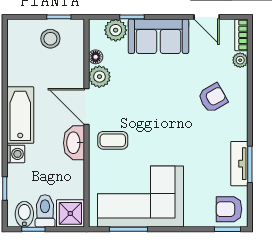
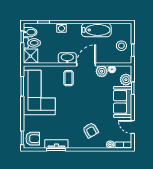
door: (207, 17) -> (133, 127), hinge flipped
bathtub: (20, 115) -> (96, 30), moved
armchair: (229, 209) -> (33, 139), turned 90

